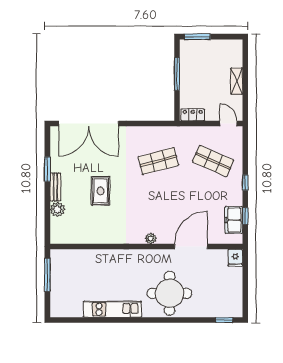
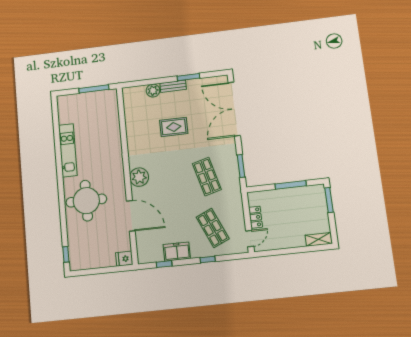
shelving: (237, 81) -> (319, 239), moved
locker: (193, 115) -> (255, 217), moved
window: (151, 124) -> (241, 166), added
shop shelf: (213, 161) -> (213, 228), turned -48
window: (245, 183) -> (208, 259), moved
freezer: (234, 220) -> (177, 252), moved
plant: (151, 238) -> (139, 177), width x1.87, depth x1.87

